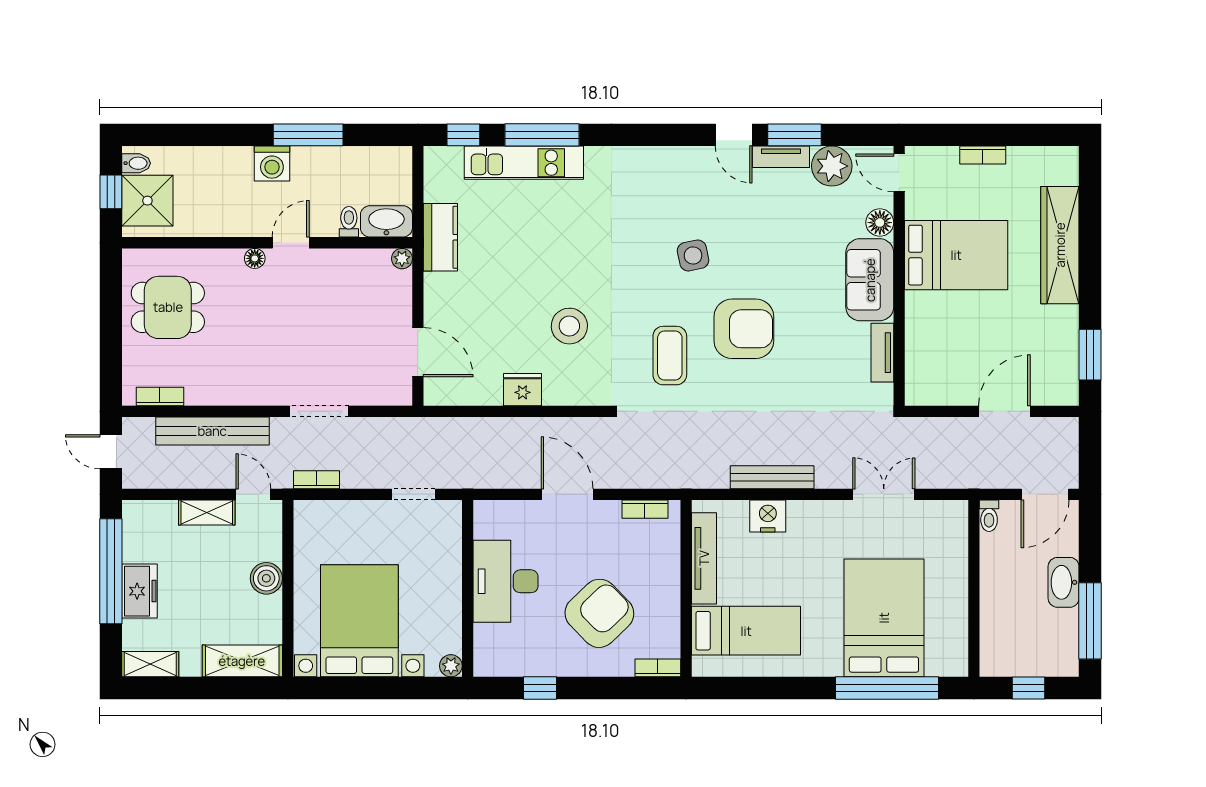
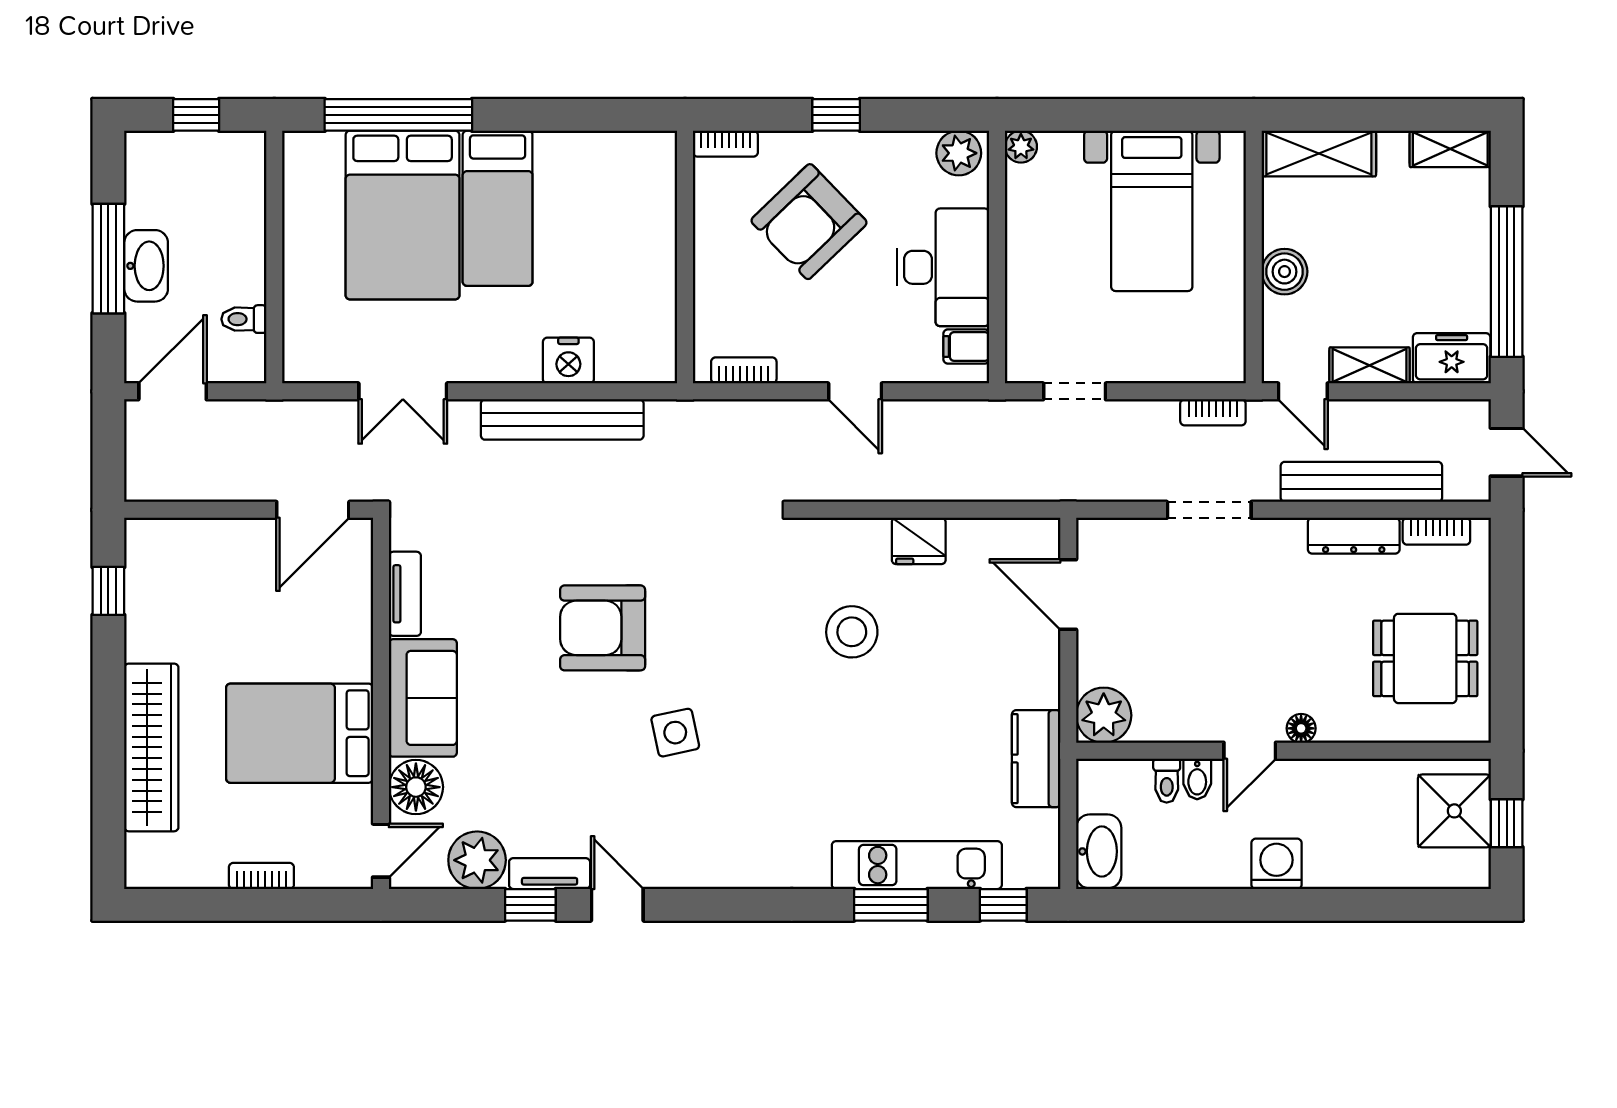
window: (308, 135) -> (1225, 905), removed
window: (542, 135) -> (891, 905), width x0.69
window: (794, 135) -> (530, 905), width x0.67
bidet: (136, 163) -> (1197, 779), moved, turned -90
door: (899, 173) -> (381, 851), hinge flipped
washbasin: (386, 221) -> (1099, 851), moved, turned -90
floor lamp: (880, 223) -> (416, 787), width x1.38, depth x1.38
plant: (402, 259) -> (1104, 715), width x1.88, depth x1.88
window: (1090, 355) -> (108, 591), width x0.67
coffee table: (670, 356) -> (708, 590), removed
dresser: (218, 393) -> (1354, 536), added
door: (1004, 411) -> (313, 510), moved
bench: (772, 477) -> (562, 419), width x1.37, depth x1.21
door: (567, 494) -> (855, 391), width x0.73
toilet: (989, 516) -> (244, 319), moved, turned -90
filing cabinet: (489, 526) -> (966, 346), added
tv unit: (704, 558) -> (659, 300), removed
freezer: (140, 591) -> (1452, 358), moved, turned 90
bed with nightstands: (359, 621) -> (1152, 211), width x0.73
window: (1090, 621) -> (108, 259), moved
bed: (746, 631) -> (498, 208), moved, turned -90
plant: (494, 661) -> (959, 153), added
window: (540, 688) -> (836, 115), moved

